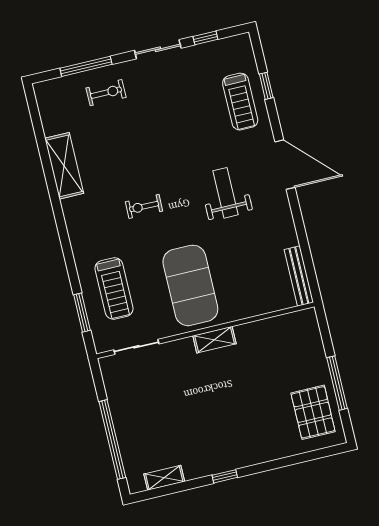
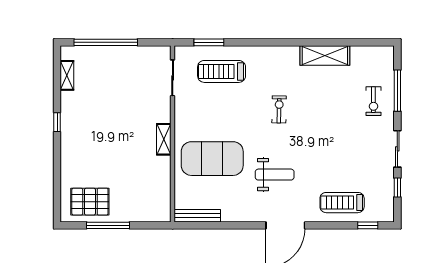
window: (266, 86) -> (368, 225), moved
exercise mat: (190, 285) -> (212, 159), moved

